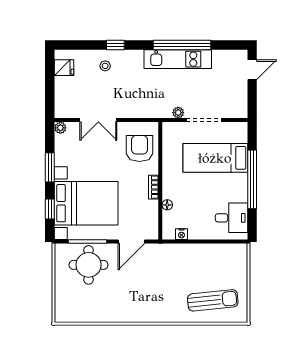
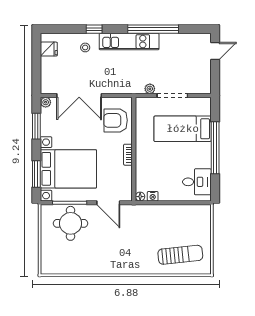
kitchen unit: (178, 59) -> (129, 42), moved
double door: (98, 120) -> (79, 95), width x1.37
armchair: (140, 148) -> (116, 120), turned -90
window: (50, 167) -> (36, 126), moved
floor lamp: (167, 205) -> (140, 197), moved
window: (50, 209) -> (36, 174), width x1.50
door: (131, 242) -> (108, 203), hinge flipped

